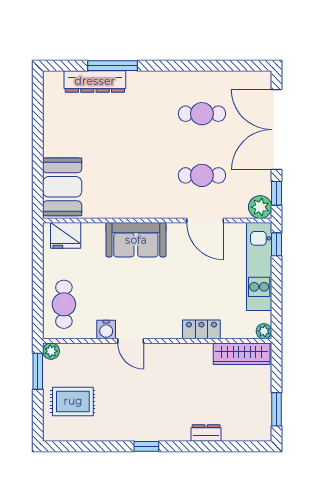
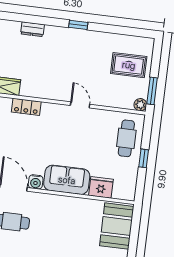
fridge: (66, 235) -> (101, 187), moved
window: (38, 281) -> (144, 158), added
water cooler: (106, 330) -> (36, 182), moved, turned 180

